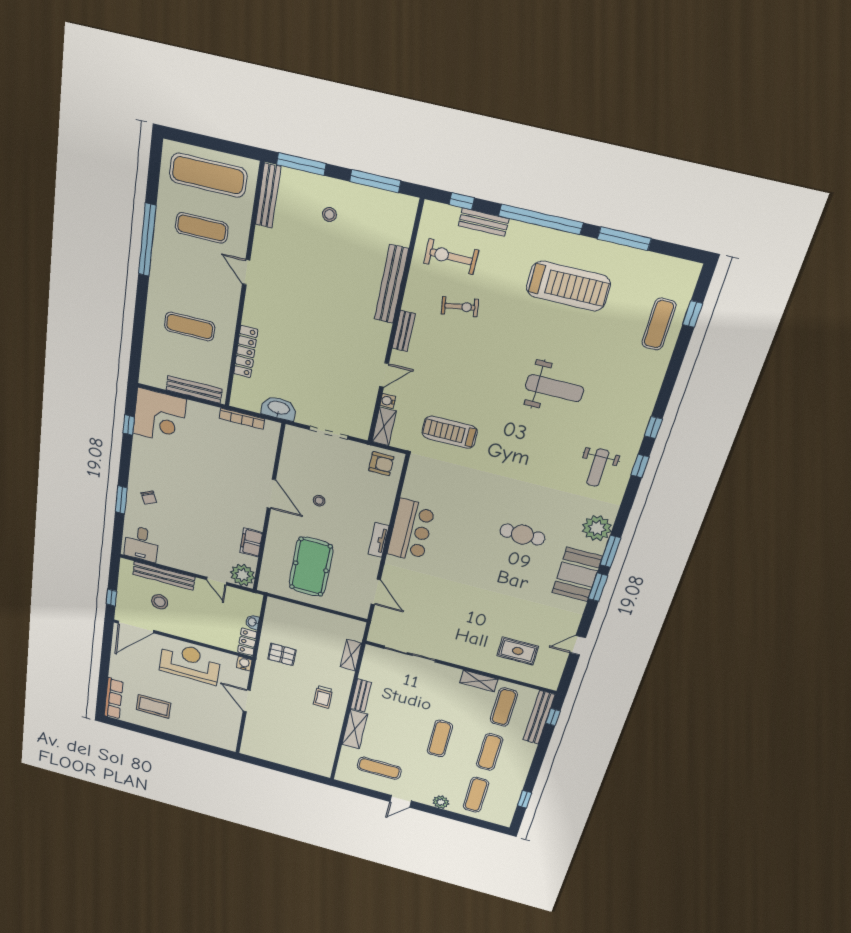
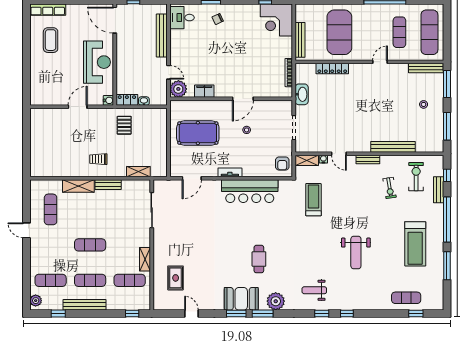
exercise mat: (190, 326) -> (339, 32), width x2.00, depth x1.45
bar counter: (411, 531) -> (250, 191), width x1.36
door: (217, 581) -> (168, 72), swing flipped
stool: (160, 602) -> (140, 35), removed
bench: (539, 717) -> (85, 305), moved
plant: (441, 802) -> (36, 301), moved

